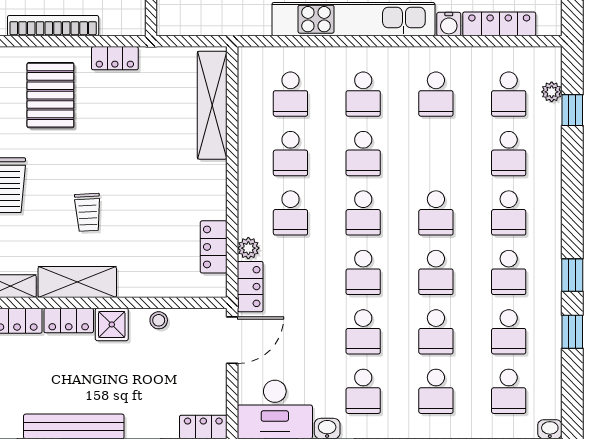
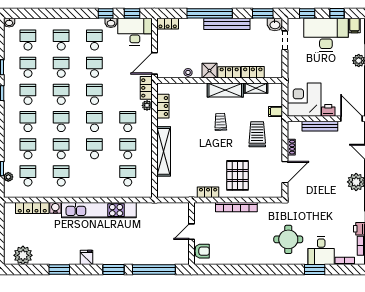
school desk: (363, 94) -> (61, 149), moved
shelving: (212, 105) -> (164, 151), moved

